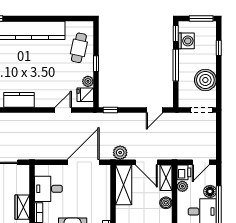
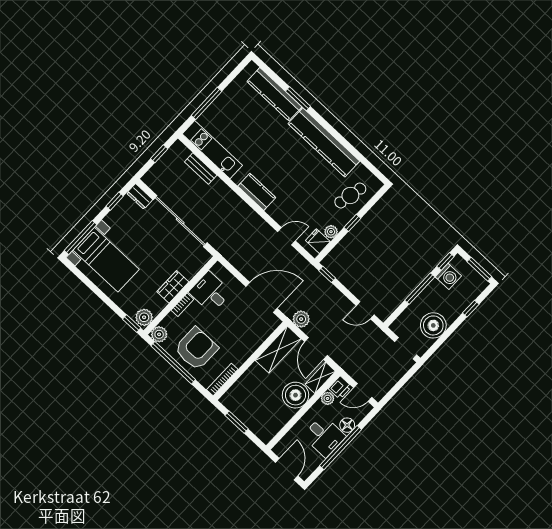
boiler: (166, 203) -> (295, 395), width x1.86, depth x1.86

